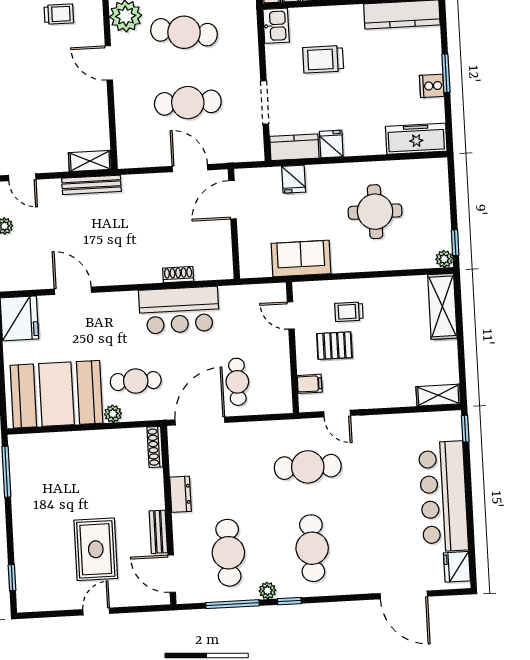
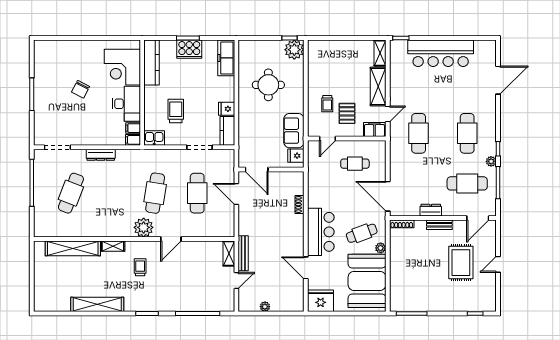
trolley: (323, 59) -> (176, 111), turned 180
cooker: (432, 86) -> (189, 49), width x1.87, depth x1.31
door: (190, 168) -> (236, 194), hinge flipped
door: (22, 177) -> (236, 281), moved
fridge: (294, 179) -> (296, 156), moved, turned 180
plant: (444, 259) -> (294, 50), width x1.88, depth x1.88
door: (73, 291) -> (306, 268), hinge flipped
shelving: (442, 306) -> (378, 86), moved, turned 90
bar counter: (179, 310) -> (321, 232), moved
cafe table: (136, 381) -> (362, 233), turned 70
cafe table: (237, 382) -> (355, 164), moved
filing cabinet: (310, 384) -> (374, 130), width x2.00
bench: (158, 532) -> (439, 225), moved
cafe table: (312, 548) -> (467, 133), turned 90
rug: (96, 549) -> (461, 263), turned 90
fridge: (457, 567) -> (483, 48), removed
door: (96, 612) -> (498, 264), hinge flipped

